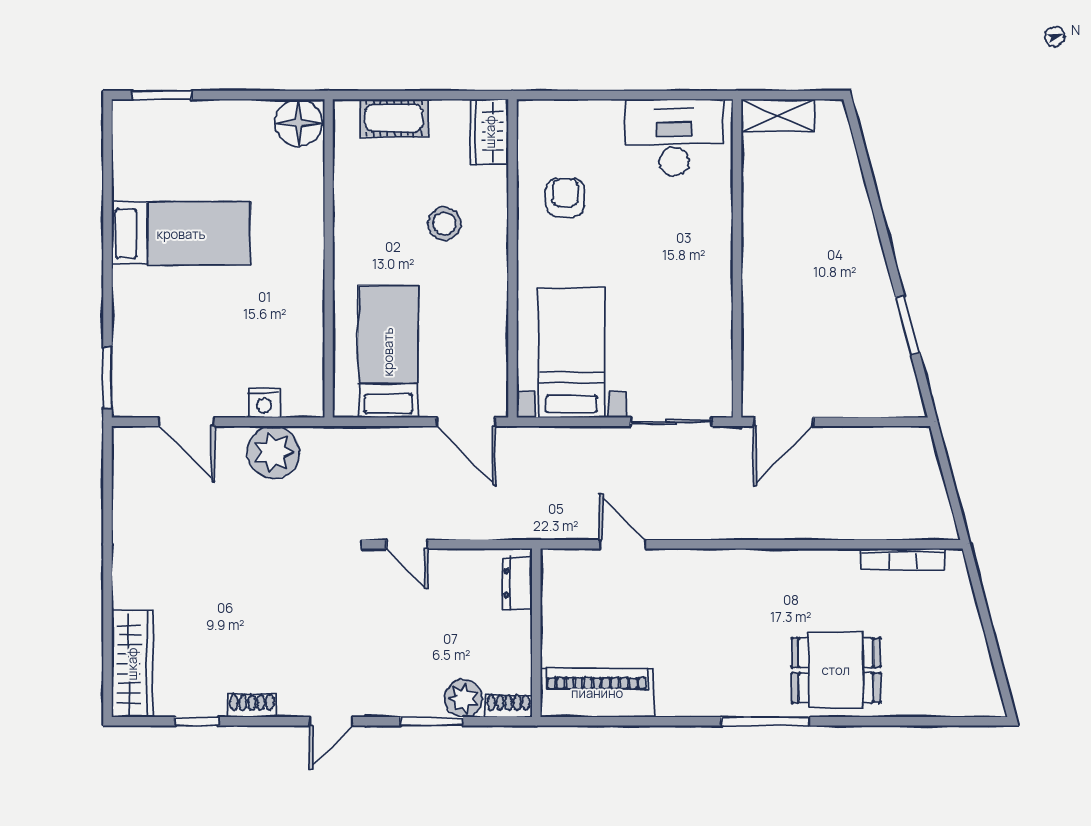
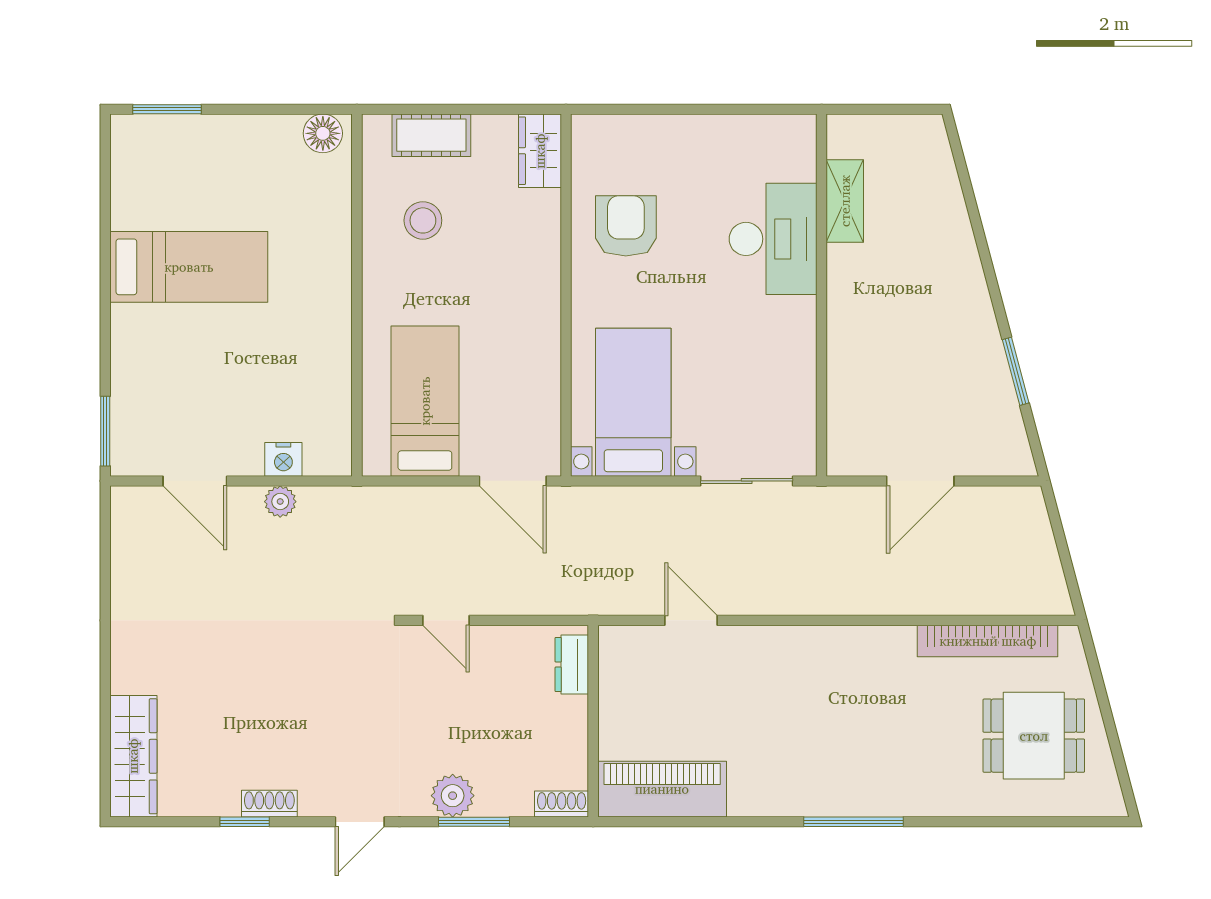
shelving: (777, 115) -> (845, 201), moved, turned 90
floor lamp: (299, 123) -> (323, 133), width x0.73, depth x0.73
desk: (674, 138) -> (773, 239), moved, turned 90
armchair: (565, 198) -> (626, 226), width x1.38, depth x1.38
stool: (444, 224) -> (423, 220), moved
door: (783, 422) -> (920, 481), moved
plant: (273, 452) -> (280, 502), width x0.53, depth x0.53
bookcase: (903, 559) -> (988, 641), width x1.48, depth x1.31
dining table: (836, 670) -> (1034, 736), moved
plant: (463, 698) -> (453, 796), moved
window: (197, 721) -> (245, 822), moved

